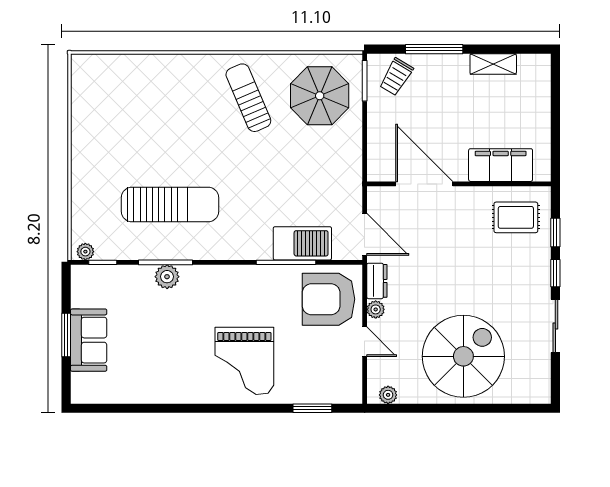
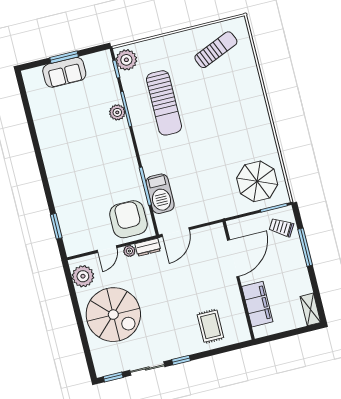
shelving: (493, 64) -> (310, 309), moved
sun lounger: (248, 98) -> (216, 50), moved
filing cabinet: (501, 165) -> (257, 304), moved
door: (424, 184) -> (233, 258), moved
wall: (459, 184) -> (239, 280), moved
window: (555, 233) -> (113, 377), moved
plant: (85, 252) -> (126, 60), width x1.88, depth x1.88
grand piano: (244, 361) -> (76, 175), removed
plant: (388, 395) -> (83, 276), width x1.88, depth x1.88

